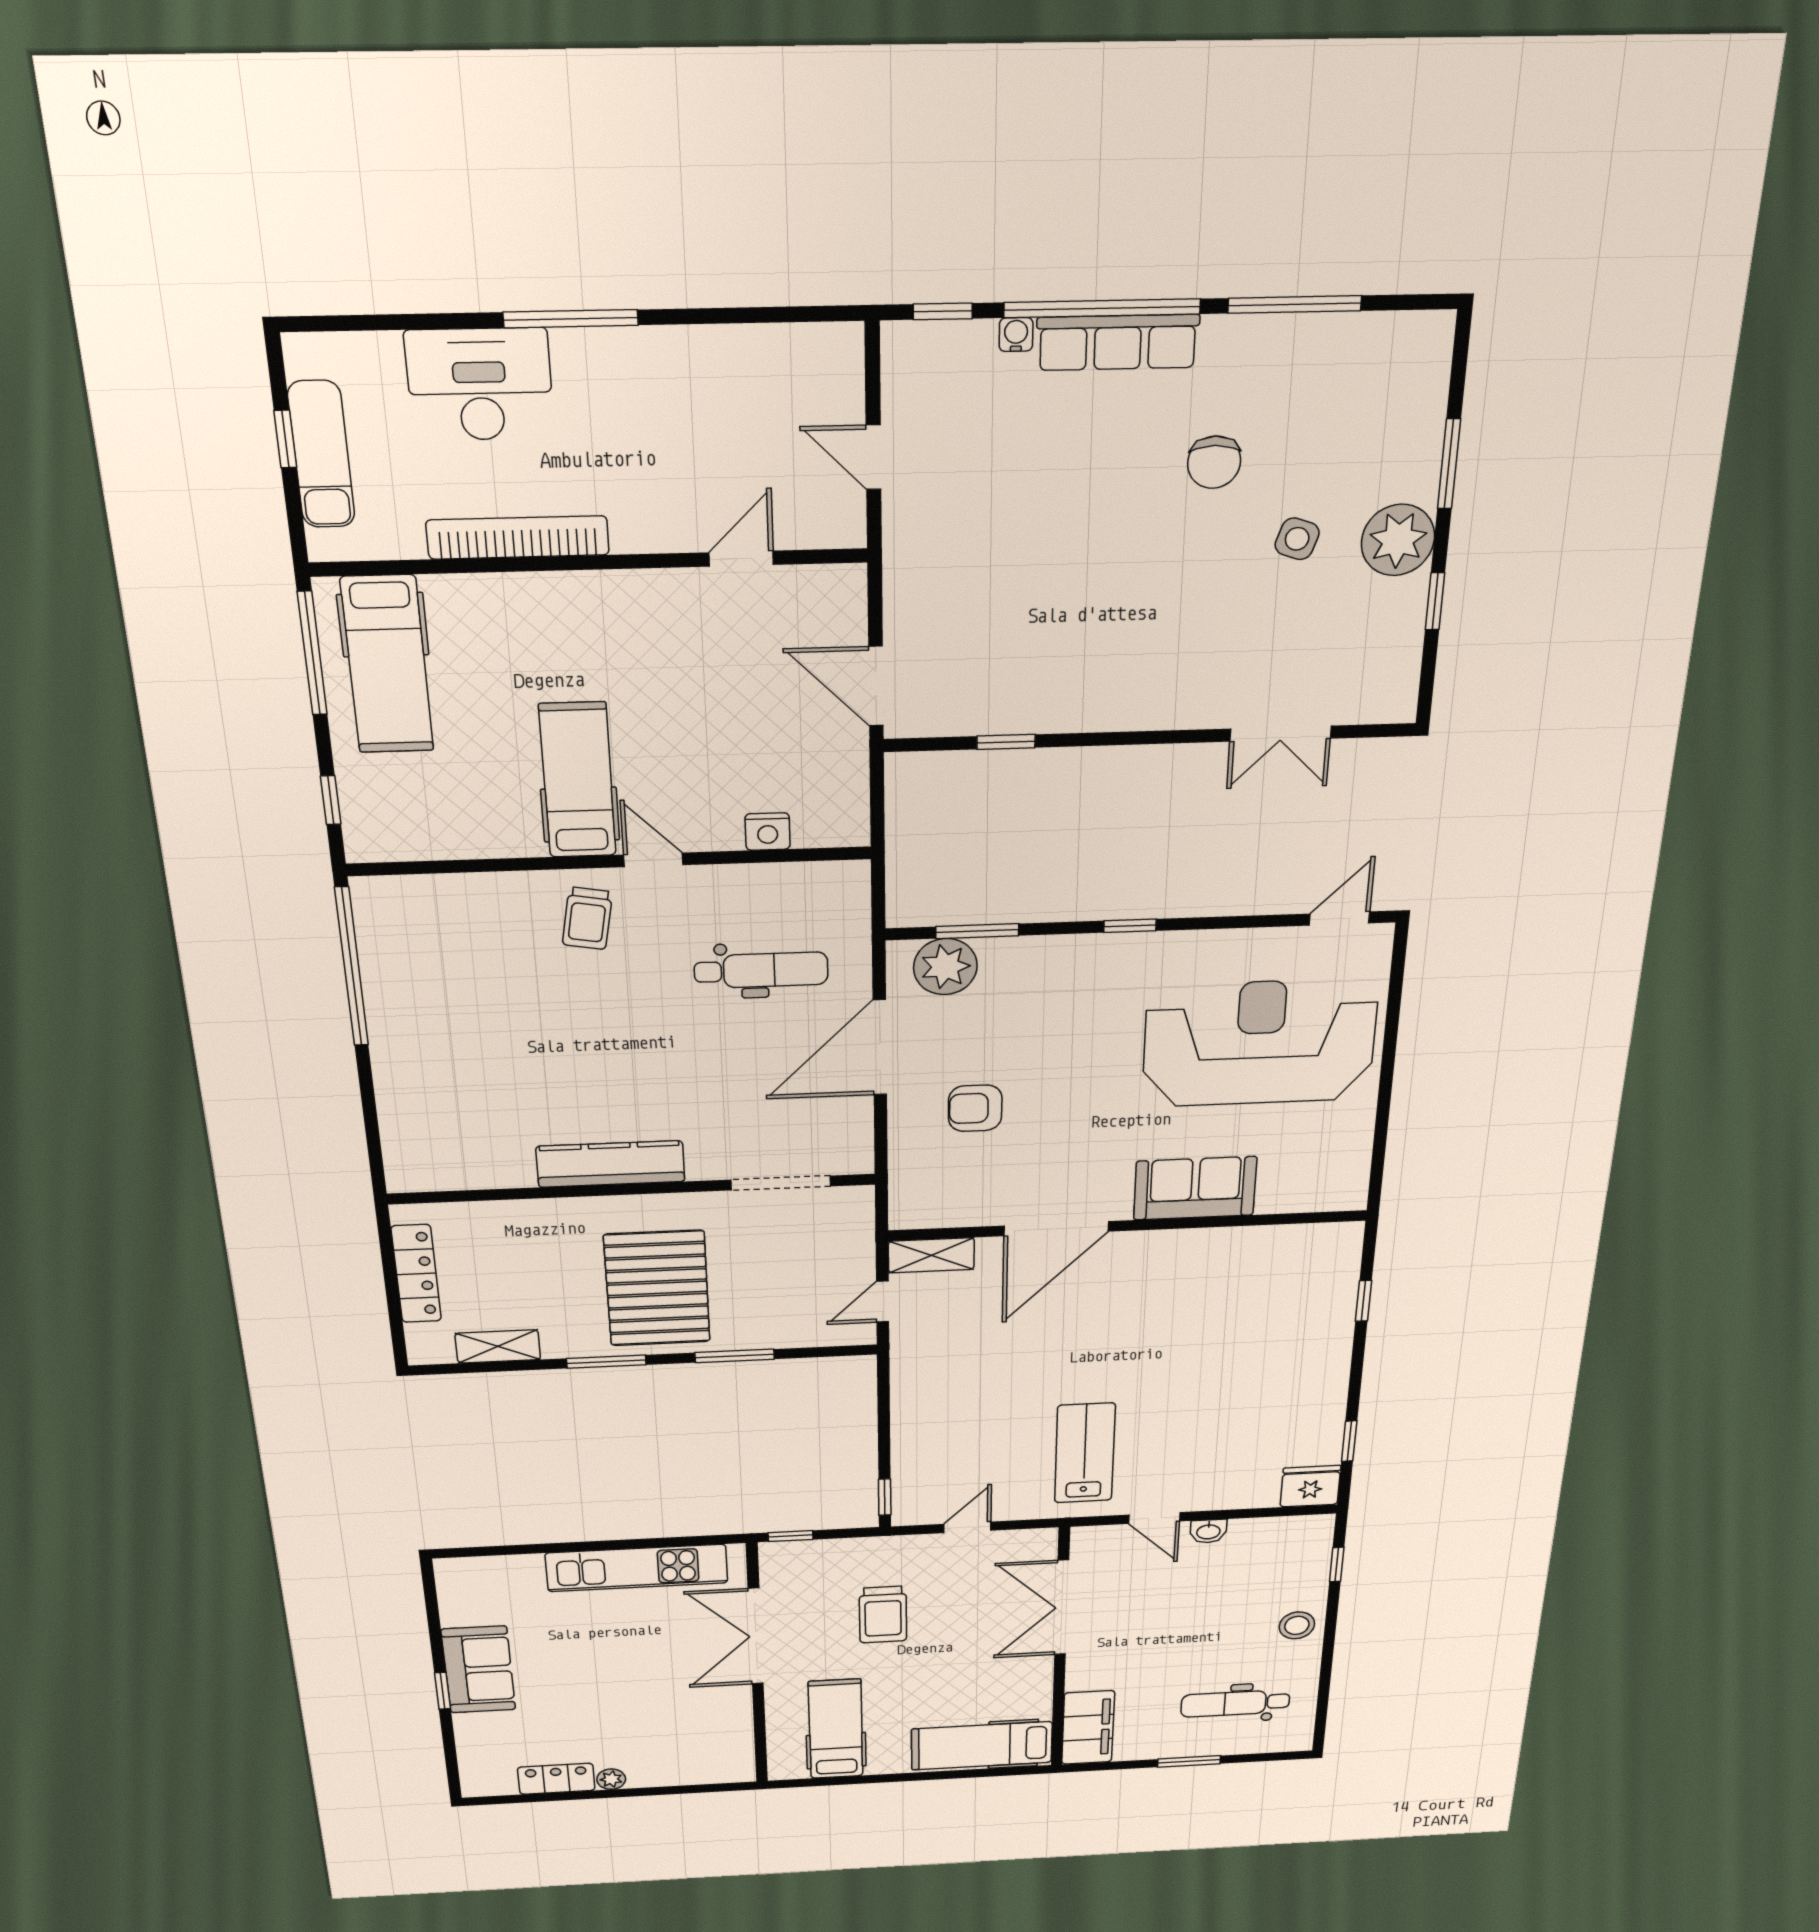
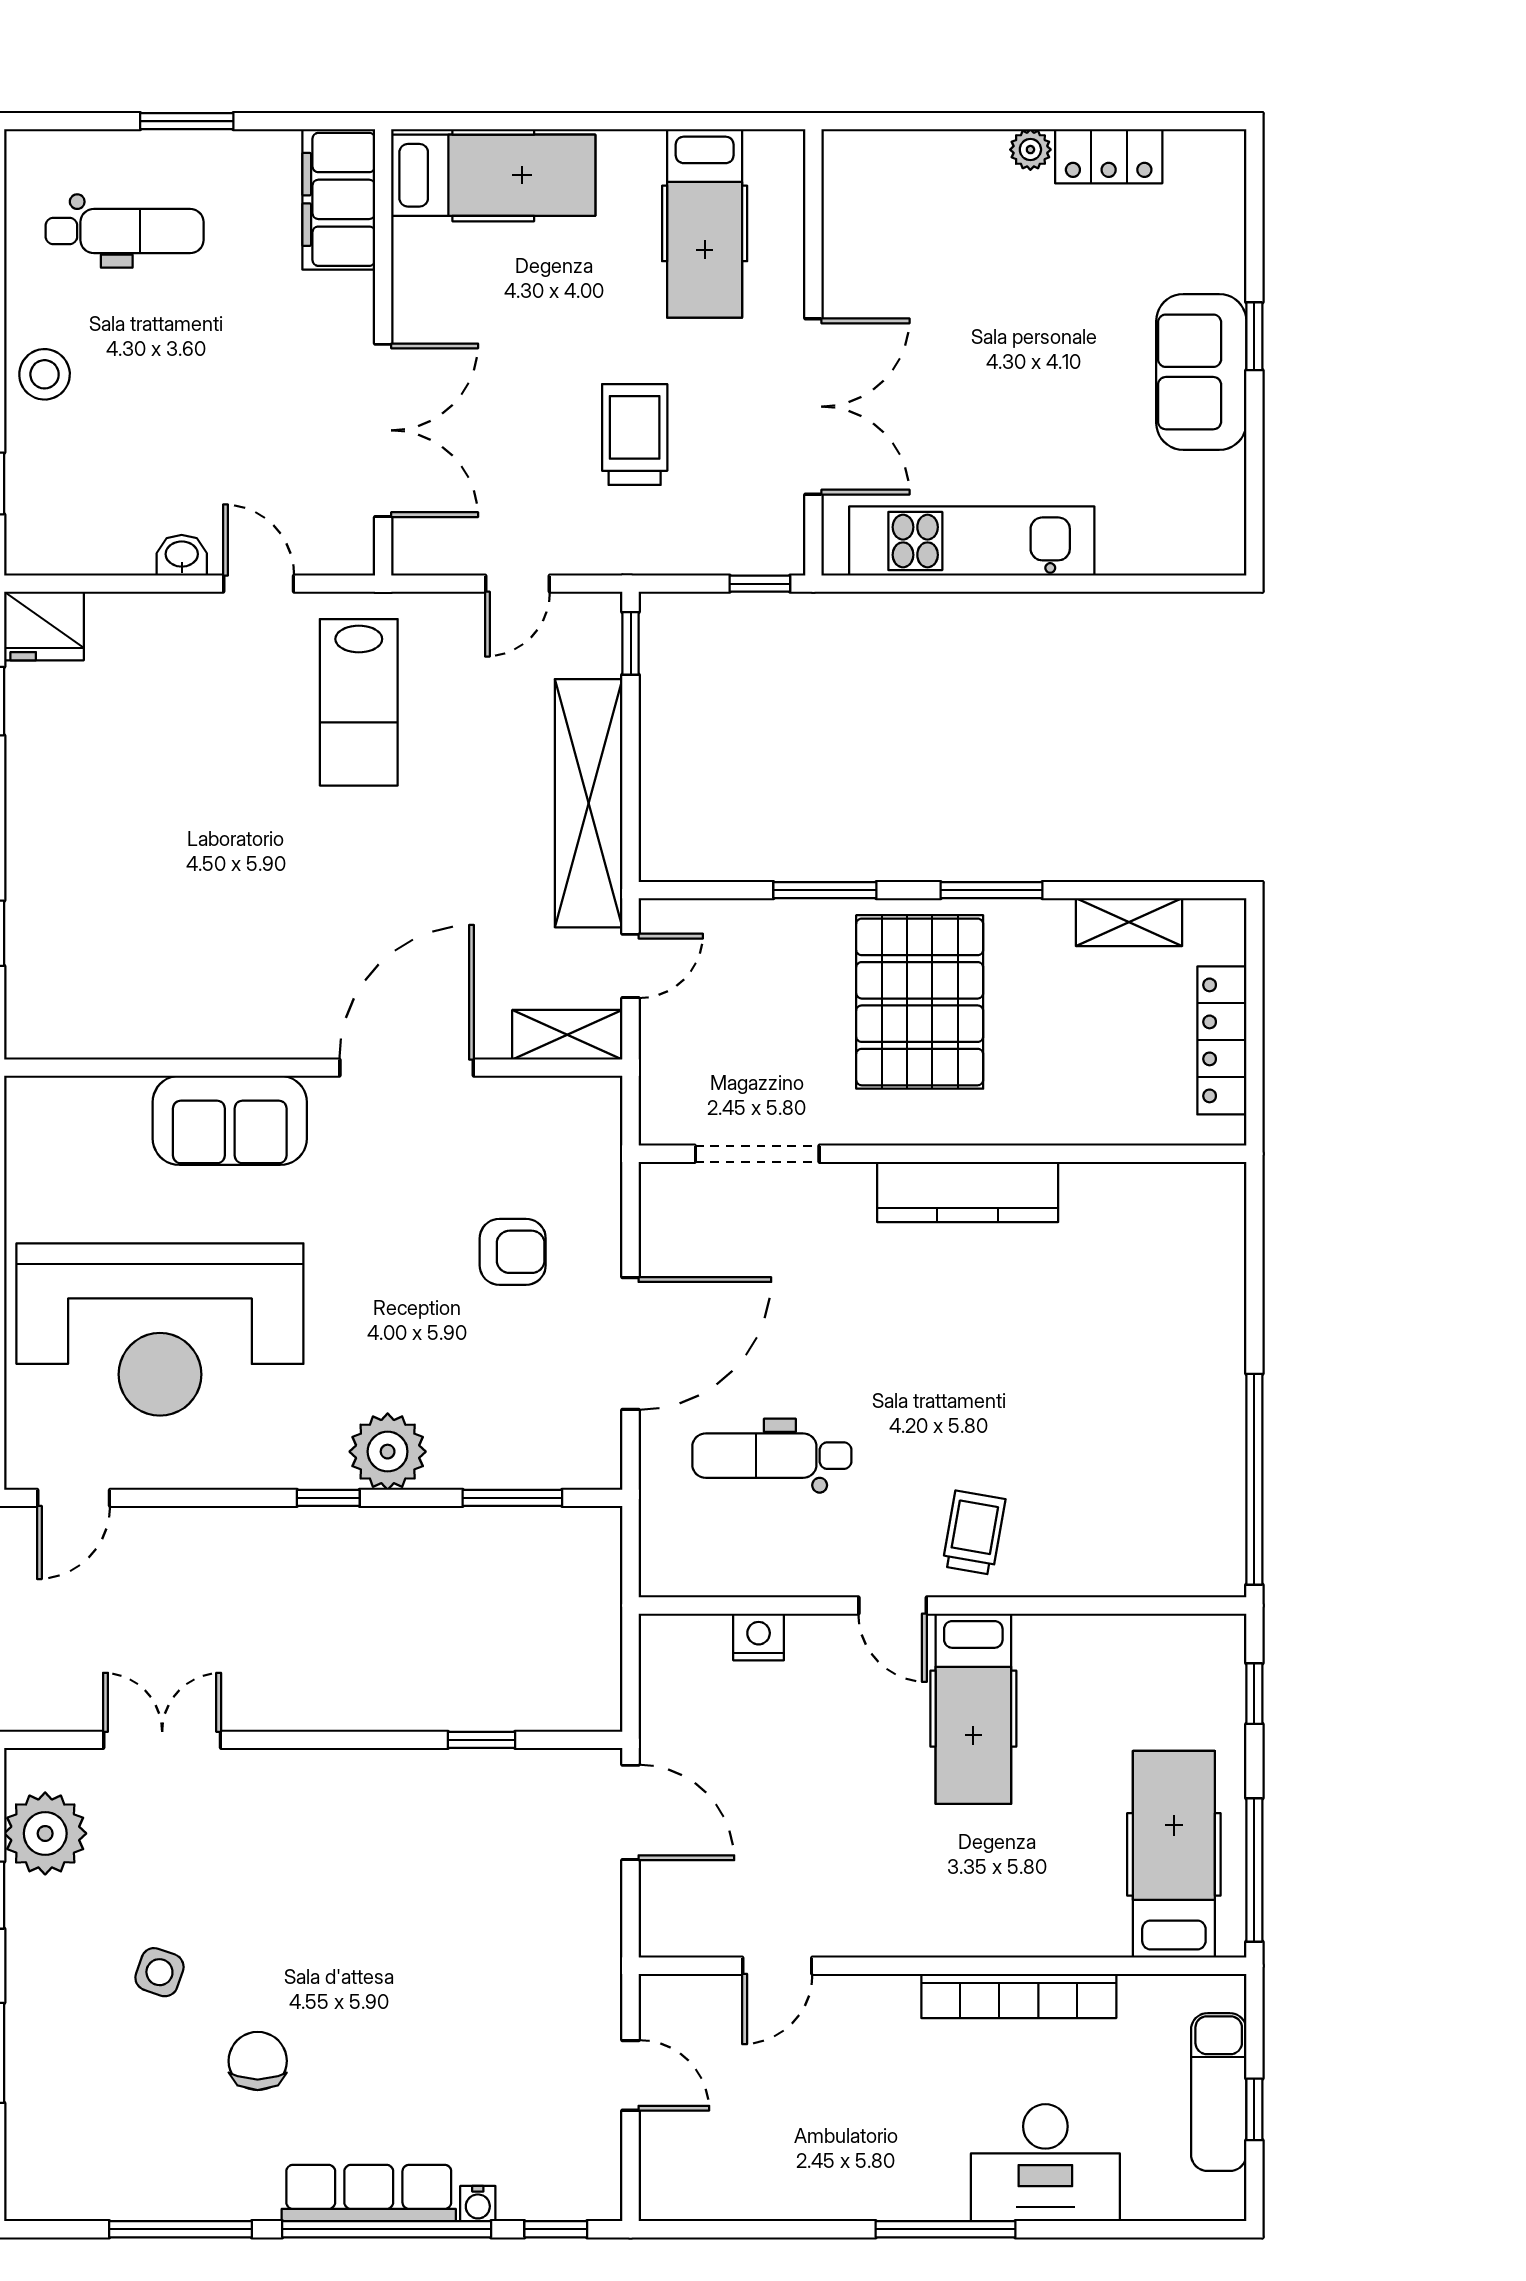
plant: (1398, 540) -> (45, 1833), moved
plant: (945, 967) -> (388, 1452), moved
shelving: (915, 1401) -> (589, 803), added

